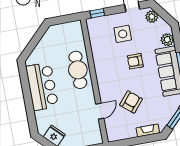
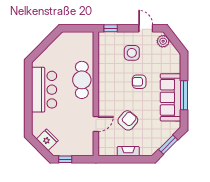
plant: (167, 40) -> (174, 66), removed
fireplace: (148, 130) -> (128, 151), moved

